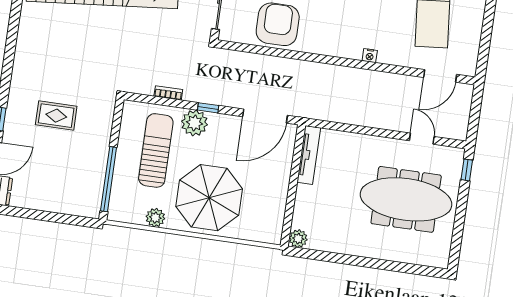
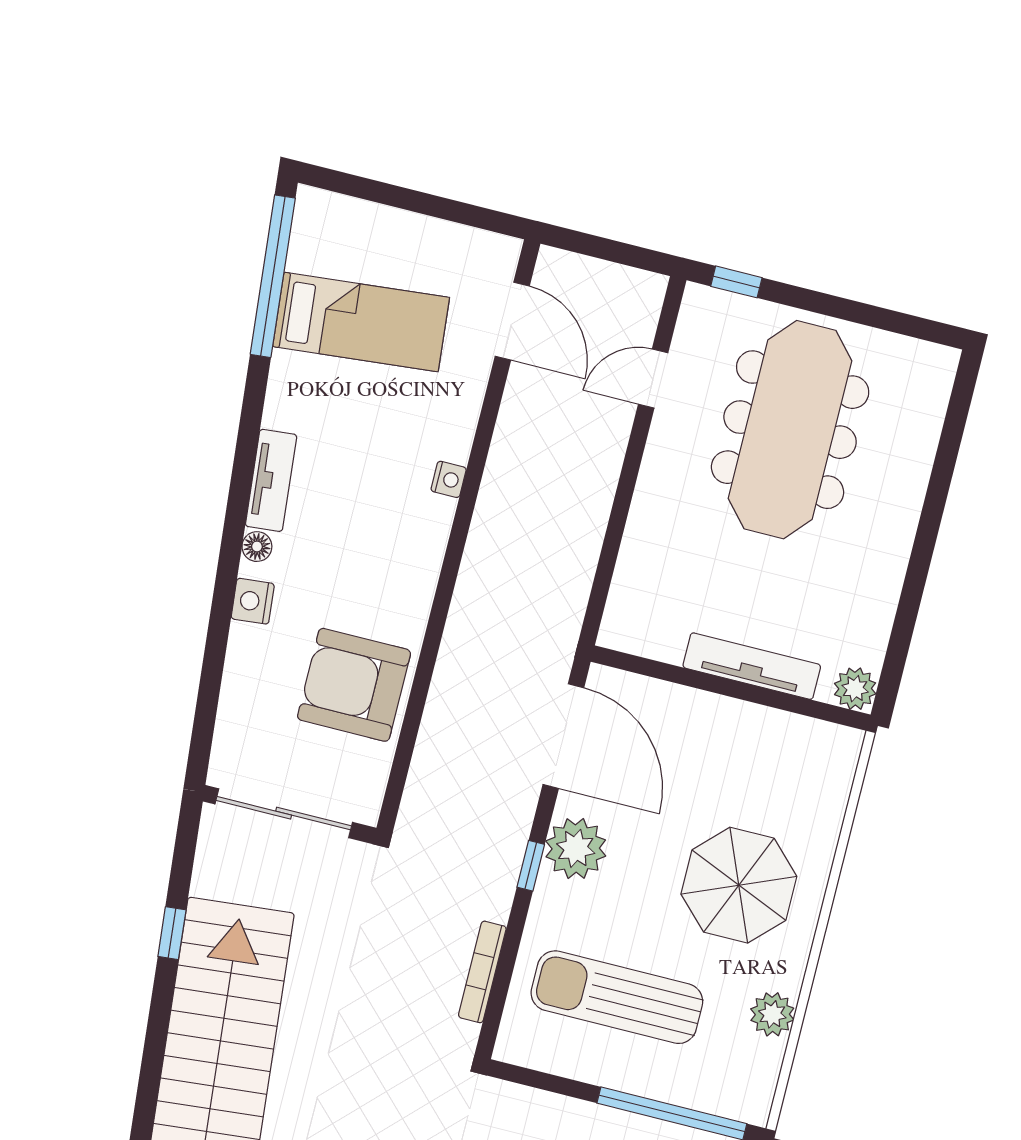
bookcase: (168, 93) -> (482, 972), width x1.56
plant: (195, 123) -> (576, 848), moved
tv unit: (309, 155) -> (752, 666), moved
parasol: (209, 198) -> (739, 885), width x0.73, depth x0.73

